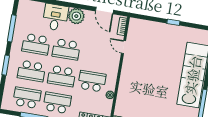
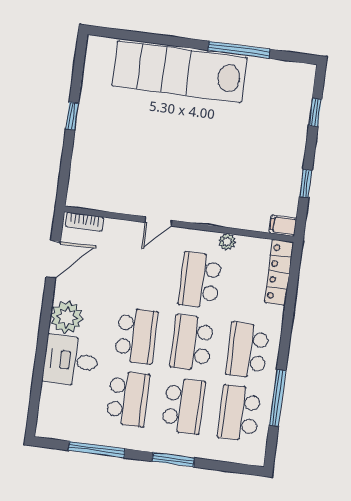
door: (124, 47) -> (158, 221), moved
school desk: (62, 76) -> (192, 343), turned 180

